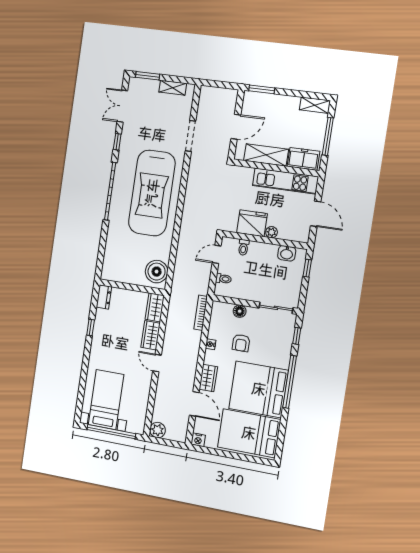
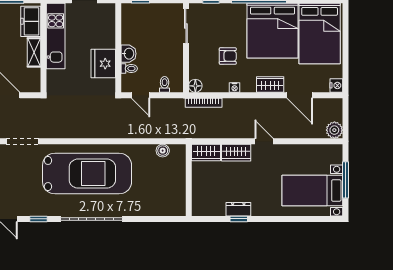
shelving: (266, 155) -> (34, 52), width x0.67, depth x0.75
plant: (272, 232) -> (109, 42), removed
washbasin: (287, 253) -> (129, 54), moved
boiler: (157, 272) -> (163, 151), width x0.54, depth x0.54
dresser: (104, 297) -> (238, 209), moved
floor lamp: (240, 311) -> (195, 86), moved
door: (157, 363) -> (264, 141), swing flipped
door: (194, 404) -> (300, 95), swing flipped
window: (111, 432) -> (346, 180), width x0.68

